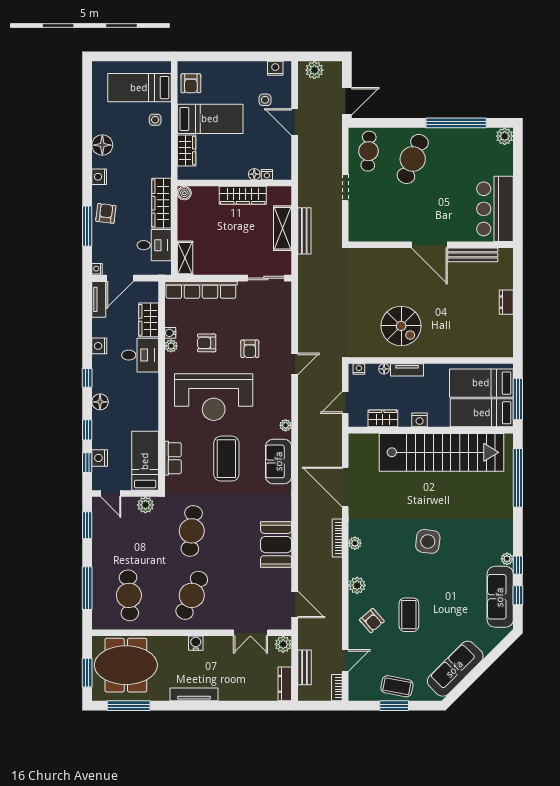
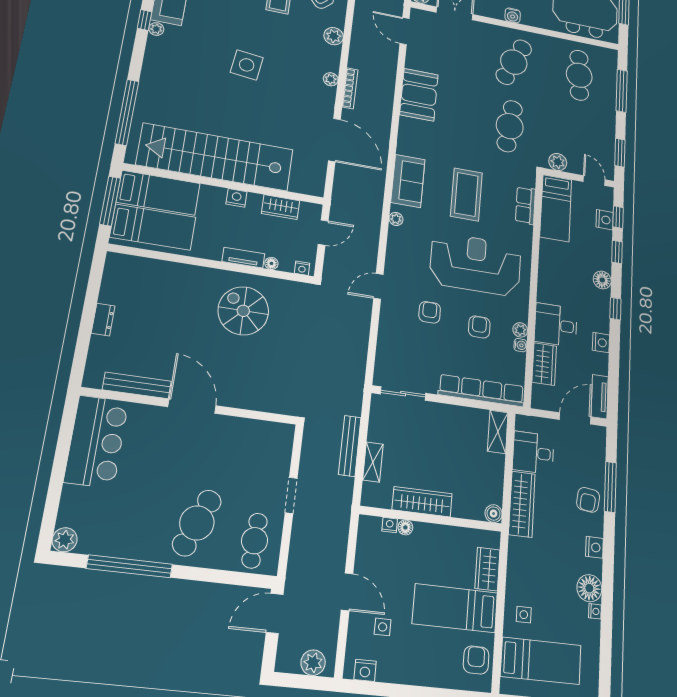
shelving: (283, 228) -> (373, 462), width x0.67, depth x0.75
nightstand: (97, 269) -> (595, 611), moved
armchair: (207, 343) -> (479, 327), turned -90

